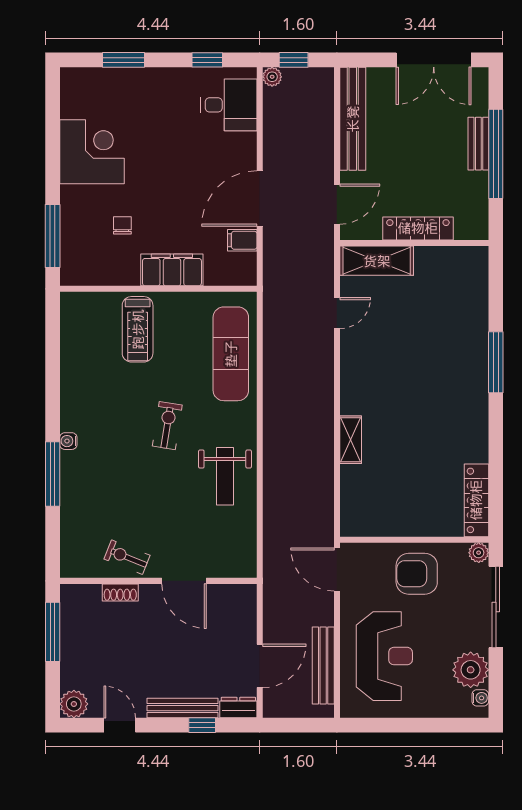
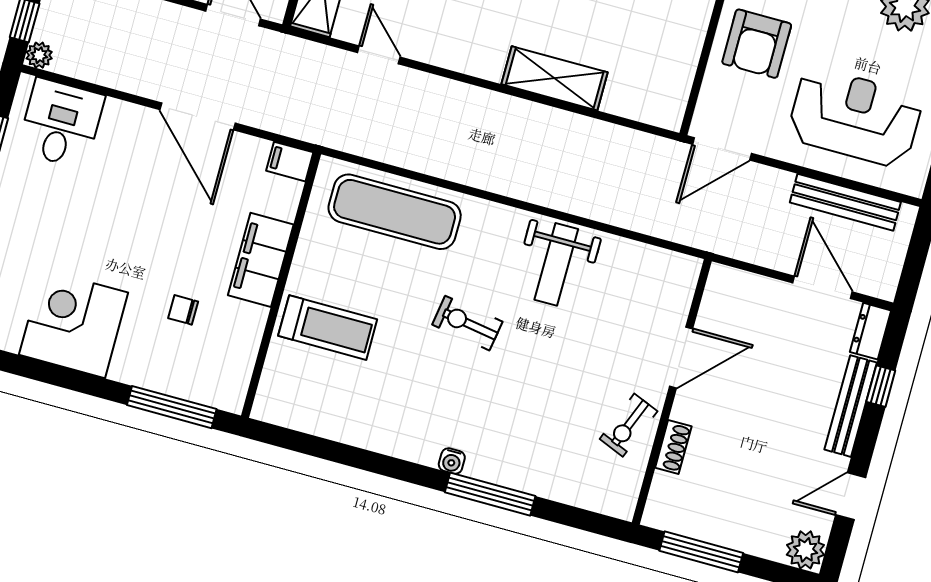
filing cabinet: (242, 240) -> (290, 162), moved, turned 90
shelving: (351, 440) -> (555, 78), width x1.50, depth x1.33
weight bench: (225, 476) -> (556, 264), turned 90

